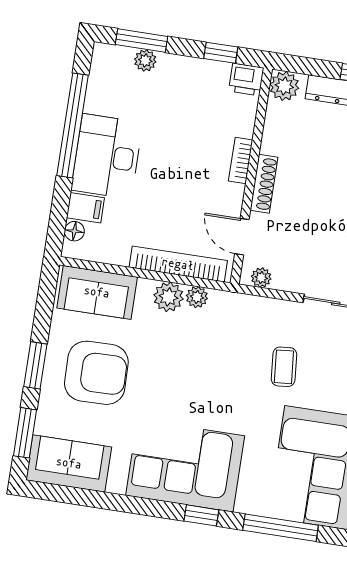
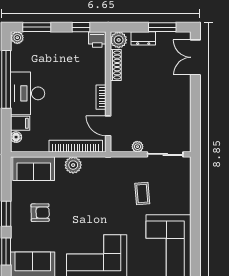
plant: (145, 60) -> (17, 38), moved
bookcase: (241, 161) -> (101, 97), moved
shoe rack: (264, 184) -> (116, 65), moved
plant: (261, 278) -> (137, 147), moved
plant: (197, 297) -> (89, 163), removed
armchair: (96, 373) -> (40, 213), width x0.53, depth x0.53

